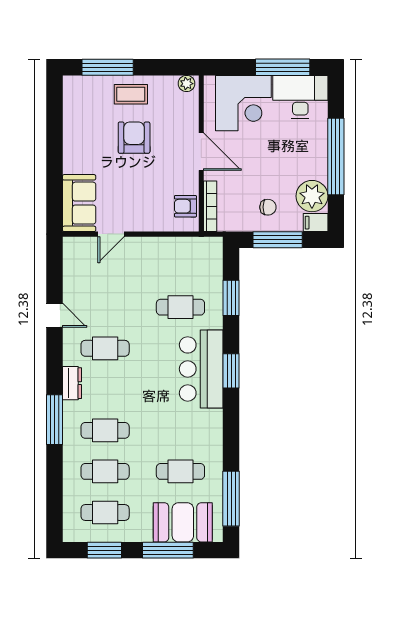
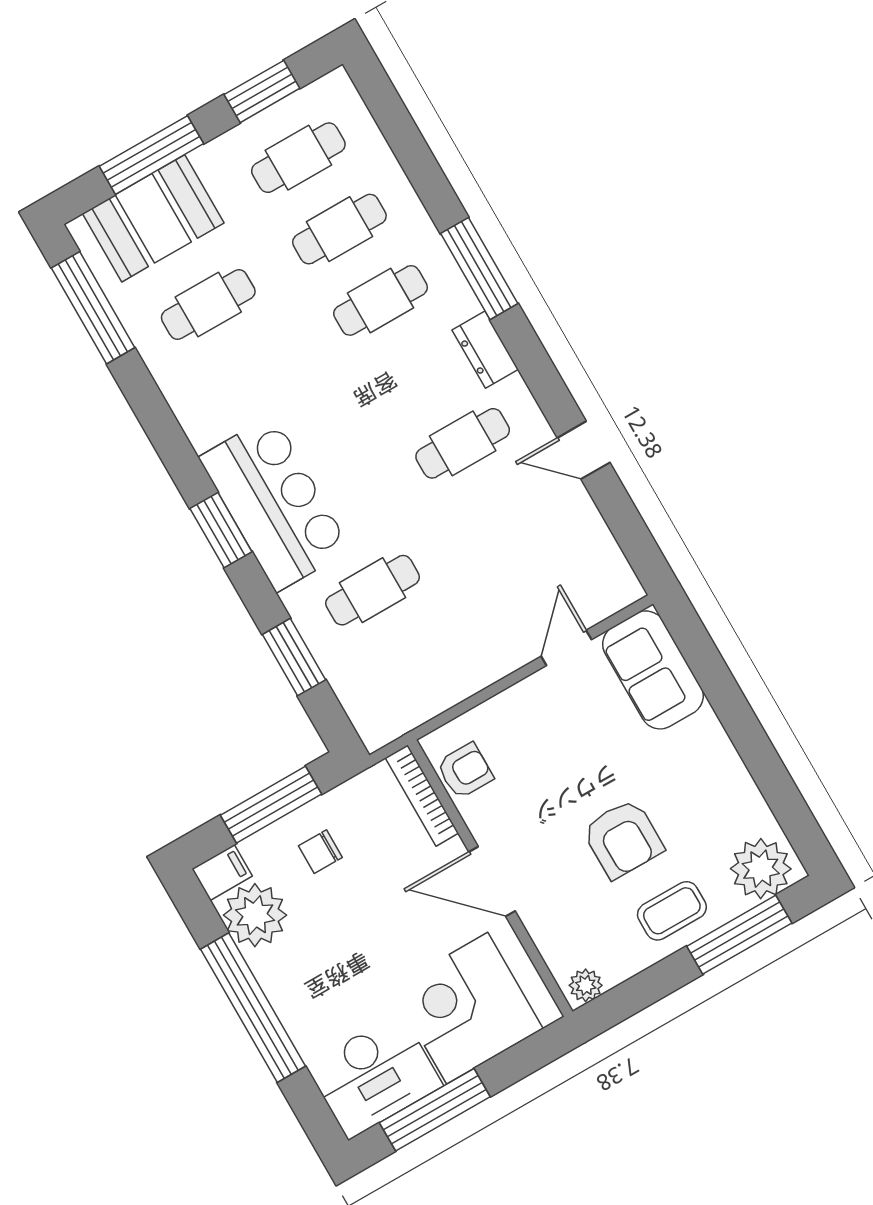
plant: (82, 90) -> (761, 869), added

